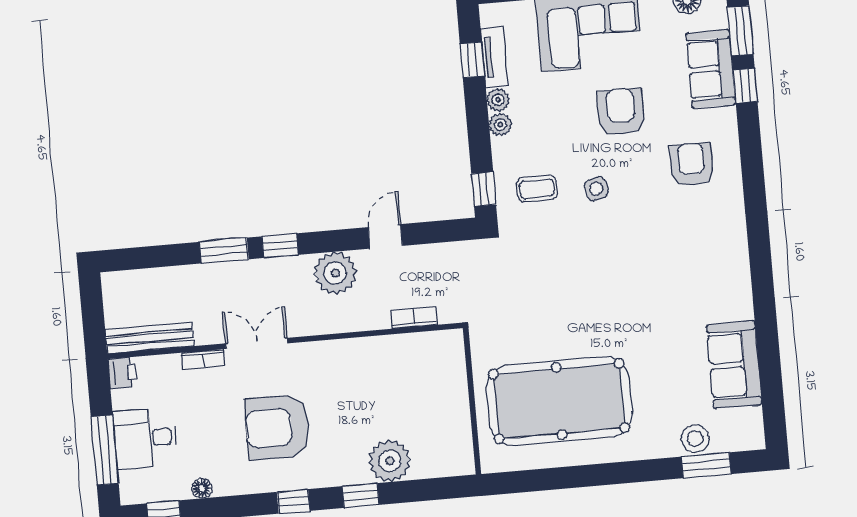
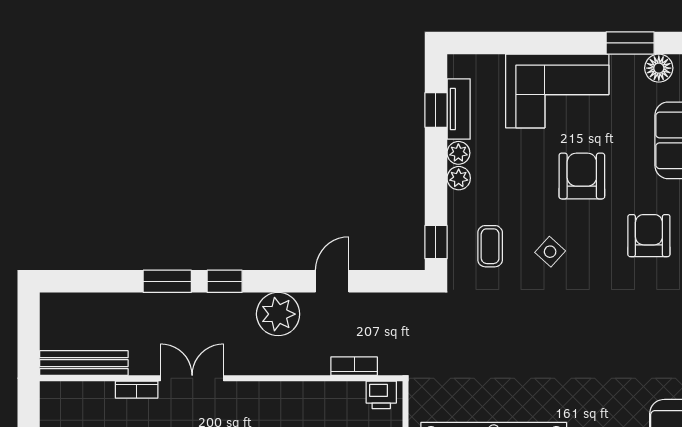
coffee table: (537, 189) -> (490, 246), turned 90
side table: (596, 189) -> (550, 252), turned -34
printer: (122, 373) -> (381, 395), moved, turned 90

